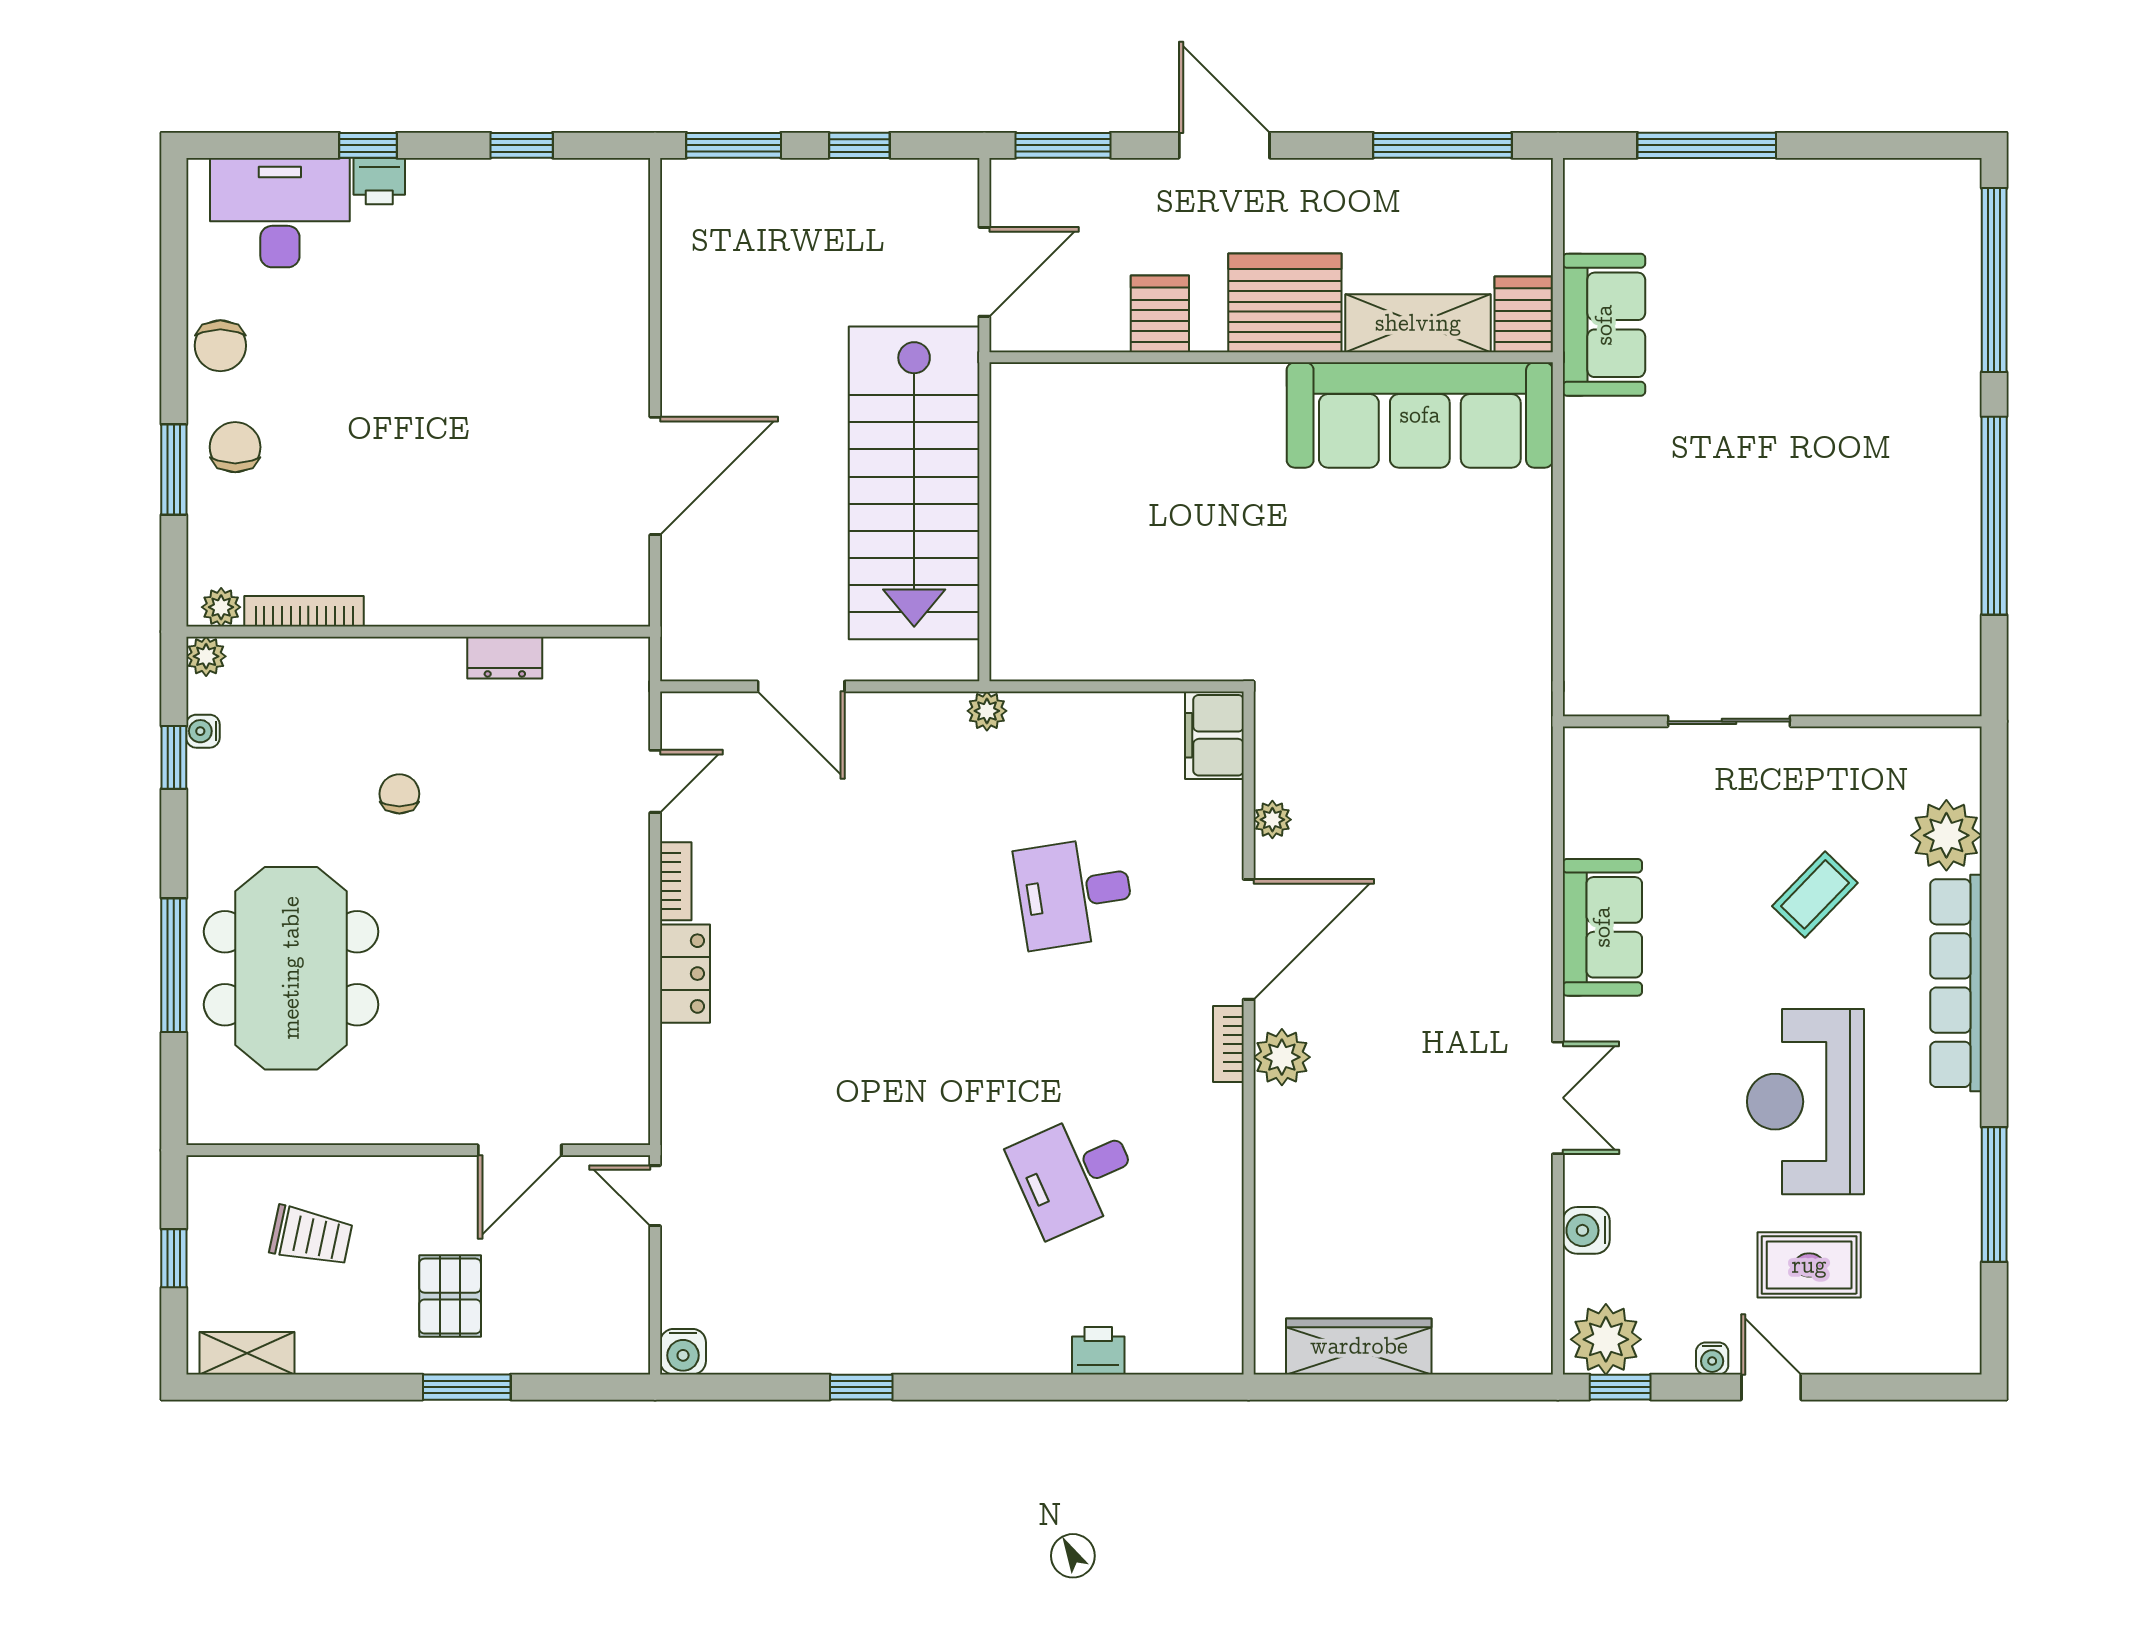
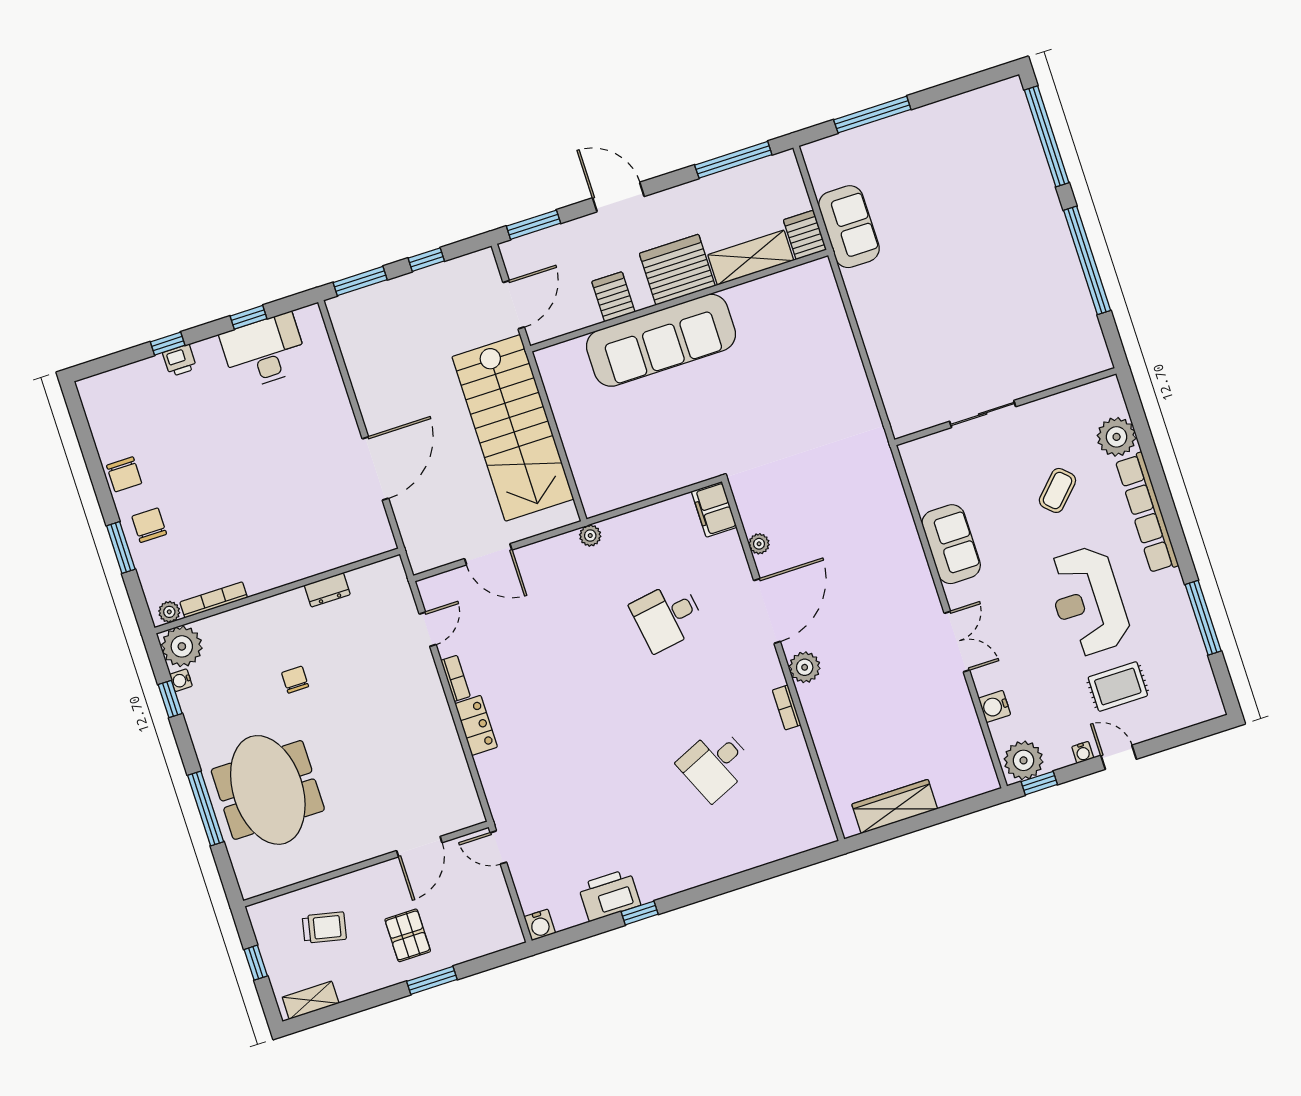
desk: (280, 213) -> (264, 351), moved
sofa: (1420, 415) -> (661, 340), moved
plant: (206, 656) -> (182, 646), width x1.88, depth x1.88
bookcase: (1228, 1044) -> (787, 707), moved
printer: (1098, 1351) -> (609, 895), moved, width x1.87, depth x1.48

